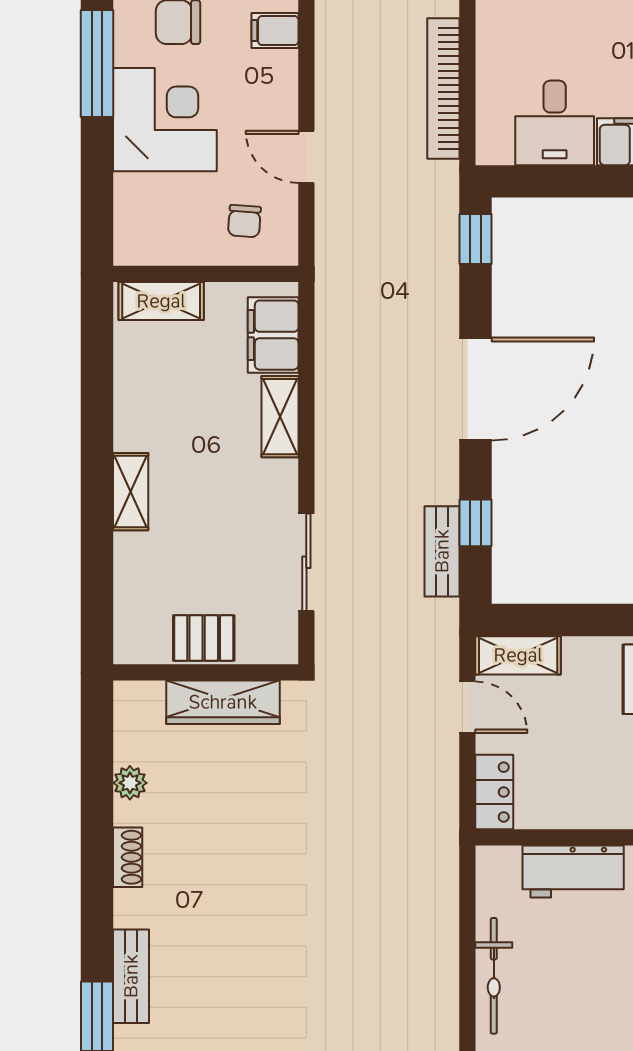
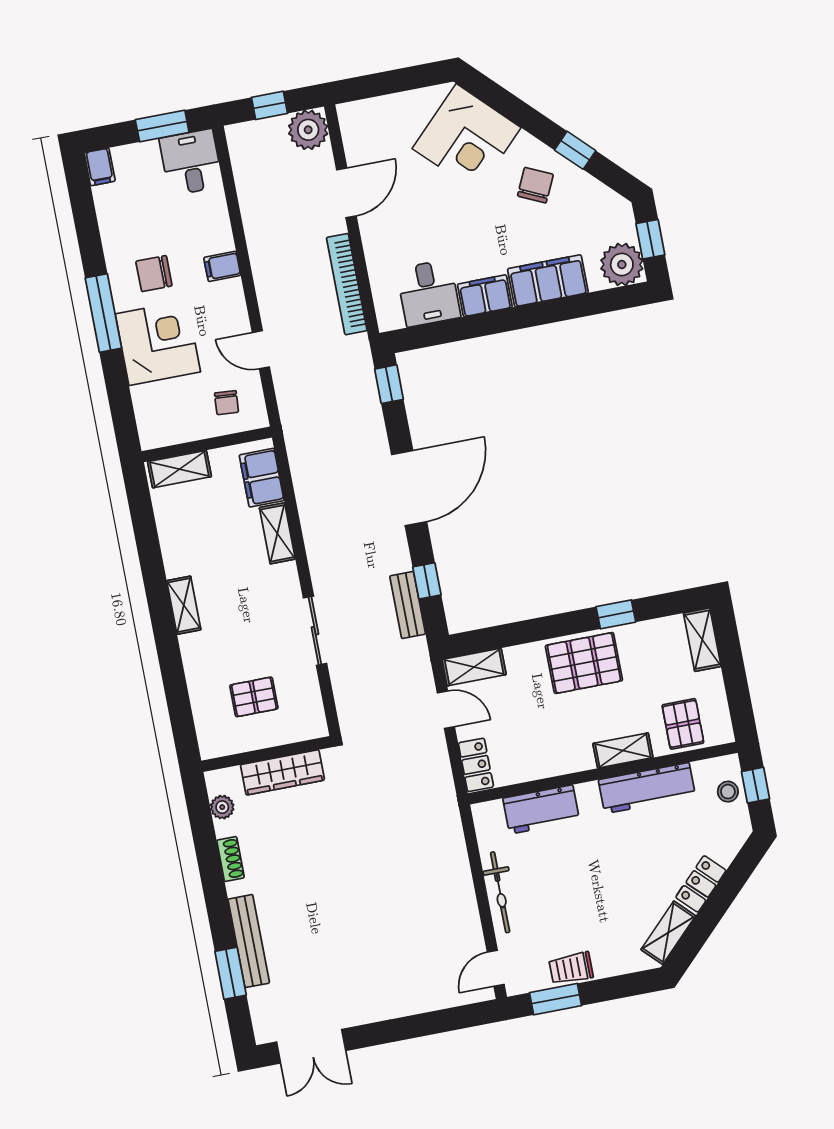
wall: (206, 672) -> (266, 754), moved
wardrobe: (223, 702) -> (282, 772), moved
bench: (131, 976) -> (249, 941), width x1.36

